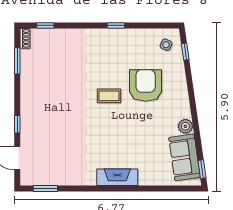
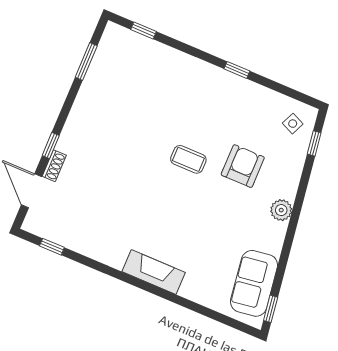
shoe rack: (25, 38) -> (54, 166), moved
armchair: (146, 85) -> (243, 166), width x0.73, depth x0.73
plant: (185, 126) -> (281, 210), moved
window: (45, 188) -> (52, 247), width x0.67

